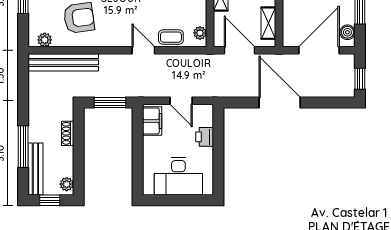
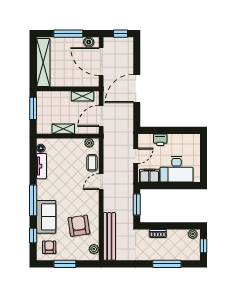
bench: (35, 169) -> (182, 255), removed
desk: (178, 176) -> (176, 169), moved, turned 90

